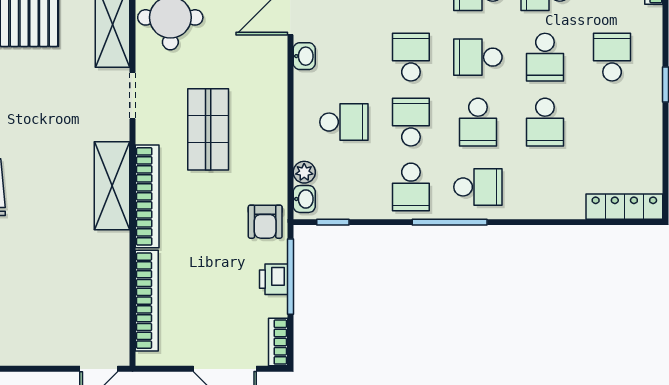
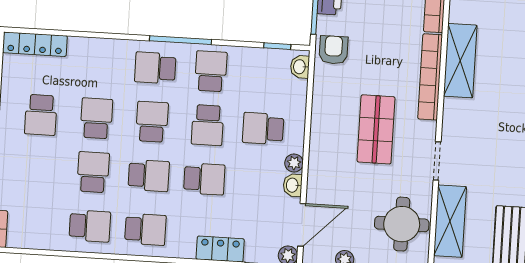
school desk: (411, 57) -> (204, 179), turned -90
school desk: (612, 57) -> (41, 115), moved
plant: (304, 172) -> (294, 163), moved
shelving: (112, 186) -> (460, 61), moved

